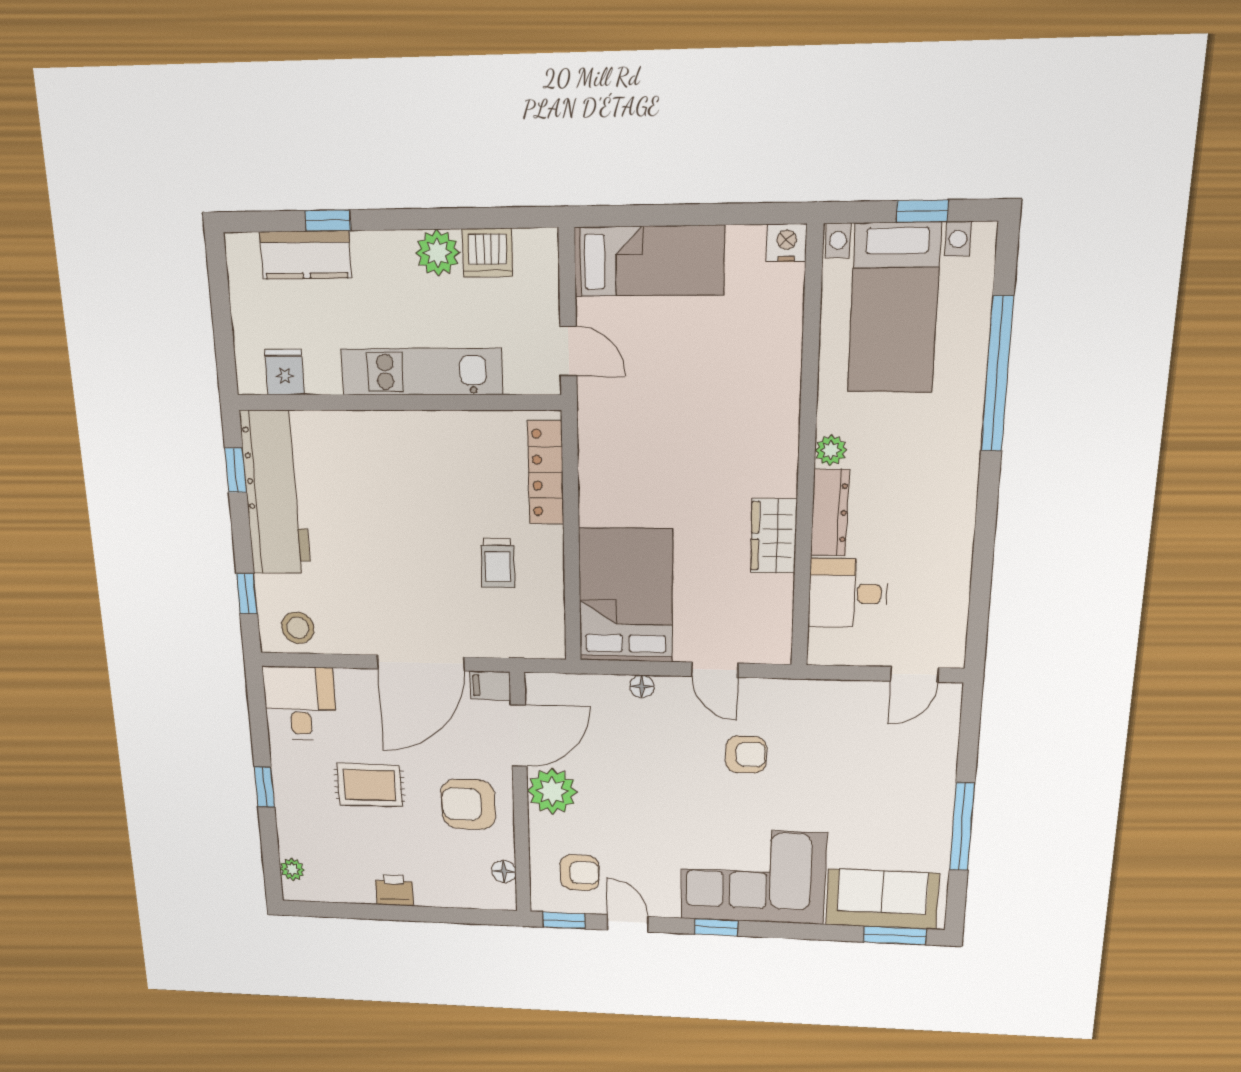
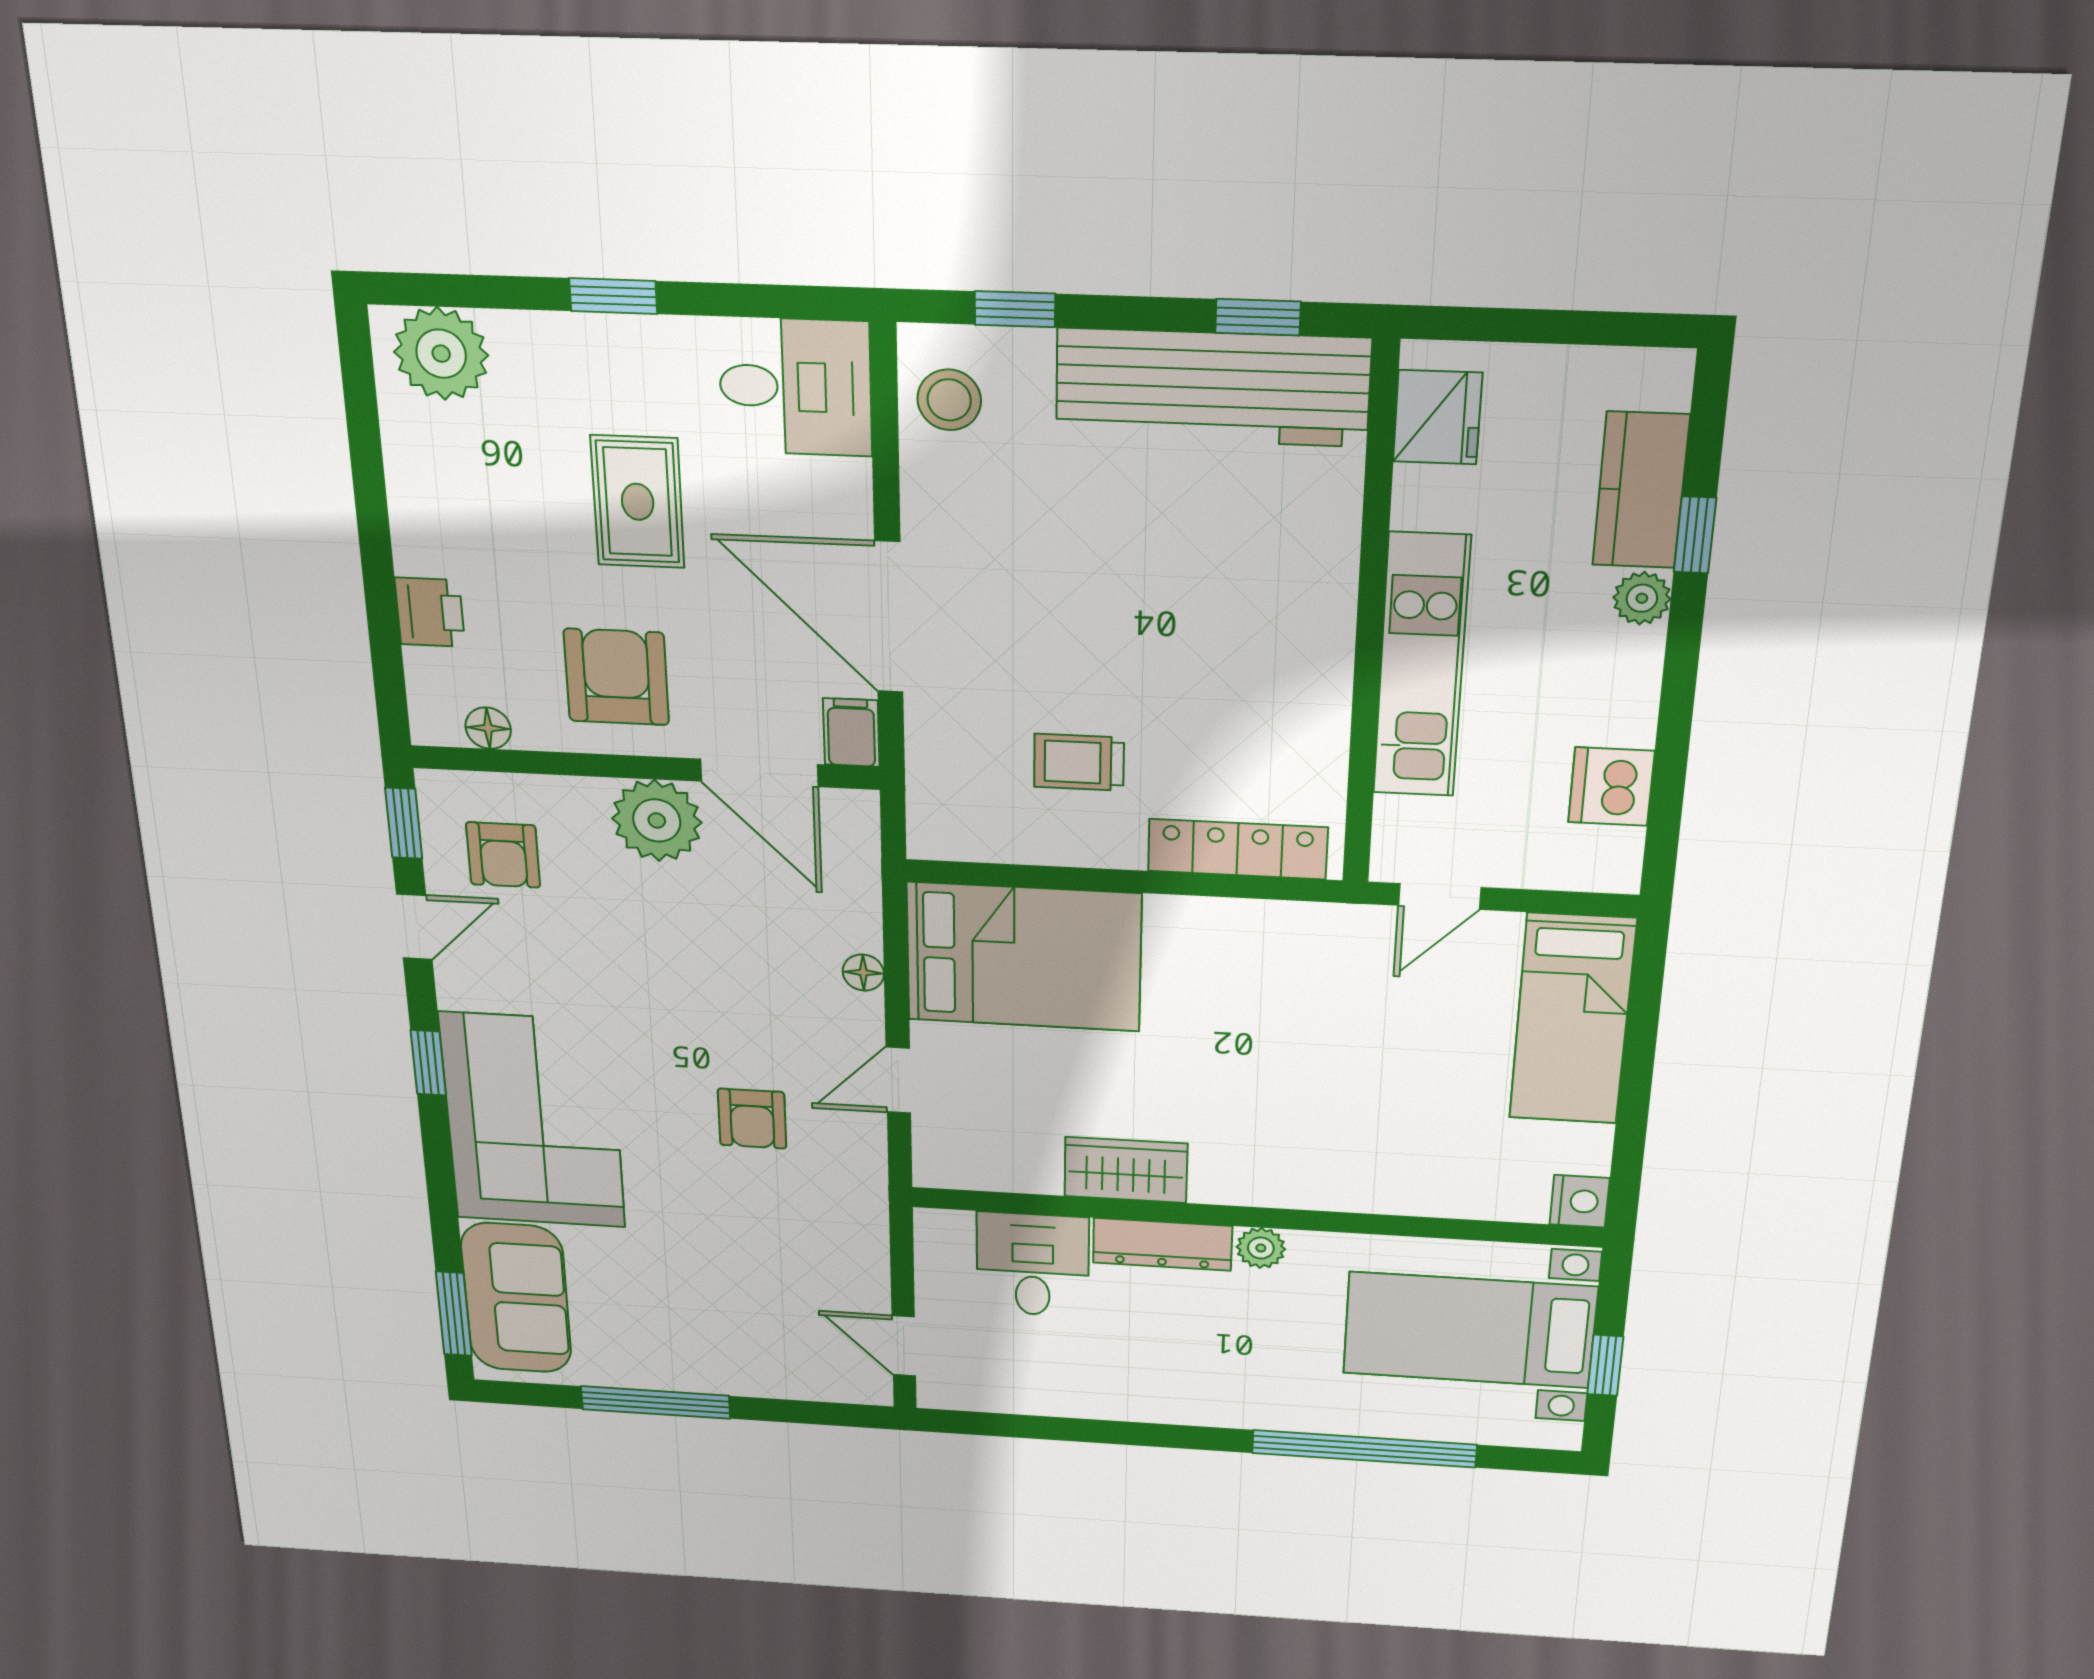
plant: (438, 253) -> (1642, 598), moved, width x0.73, depth x0.73
fridge: (285, 372) -> (1437, 417), width x1.38
plant: (292, 869) -> (441, 354), width x1.88, depth x1.88
printer: (394, 890) -> (430, 612), moved

